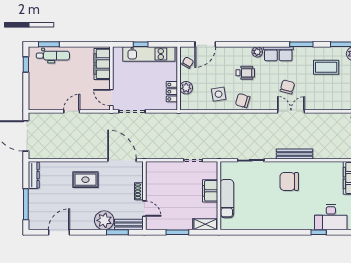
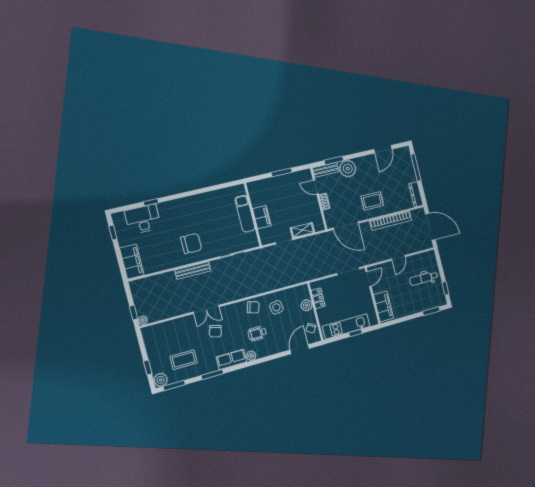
dental chair: (53, 56) -> (424, 278), moved
door: (111, 98) -> (368, 279), hinge flipped
bookcase: (70, 154) -> (391, 221), added
shelving: (205, 224) -> (302, 230), moved

